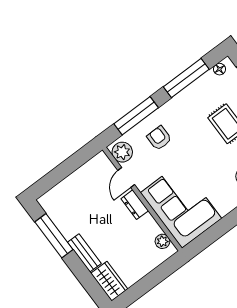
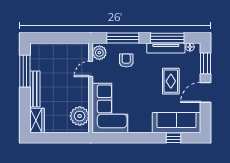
tv unit: (193, 91) -> (166, 48), added
dresser: (135, 205) -> (84, 88), removed
plant: (162, 241) -> (80, 116), width x1.88, depth x1.88
bench: (84, 253) -> (35, 89), width x1.36

